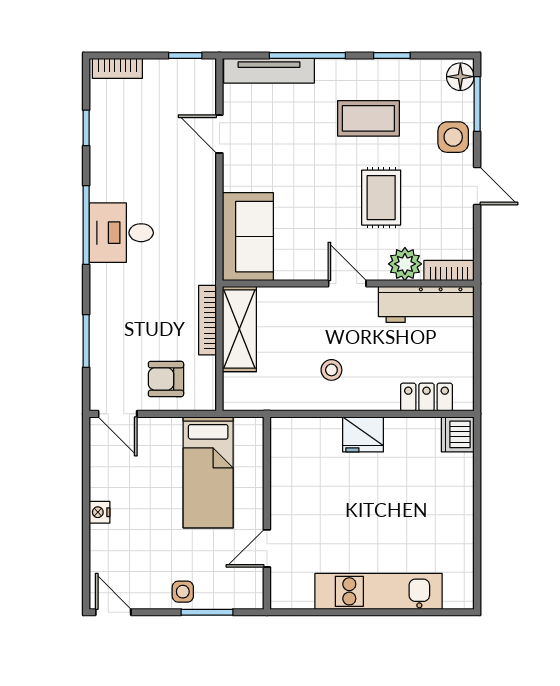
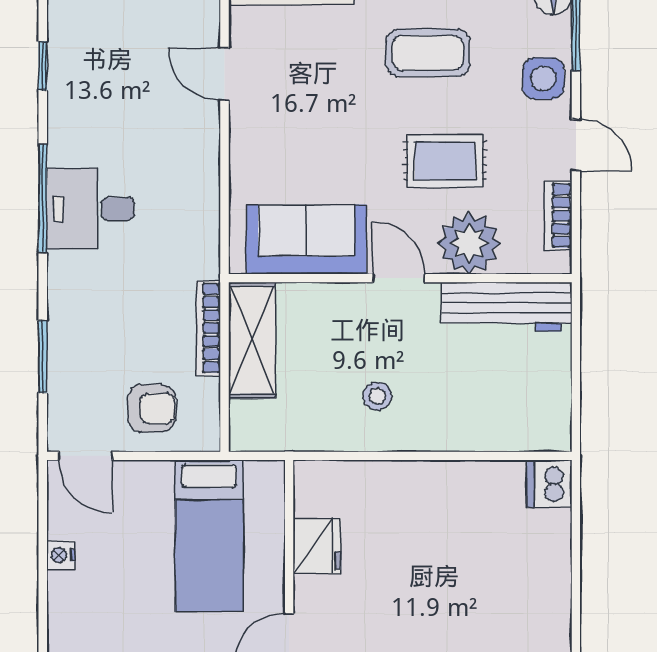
rug: (381, 198) -> (445, 161), turned 90
sofa: (248, 237) -> (306, 239), moved, turned -90
plant: (405, 264) -> (469, 243), width x1.36, depth x1.36
bookcase: (449, 271) -> (558, 216), moved, turned -90
armchair: (166, 379) -> (152, 408), turned 180
locker: (426, 397) -> (507, 433), removed
fridge: (363, 434) -> (317, 546), moved, turned -90
nightstand: (99, 512) -> (61, 555), moved

